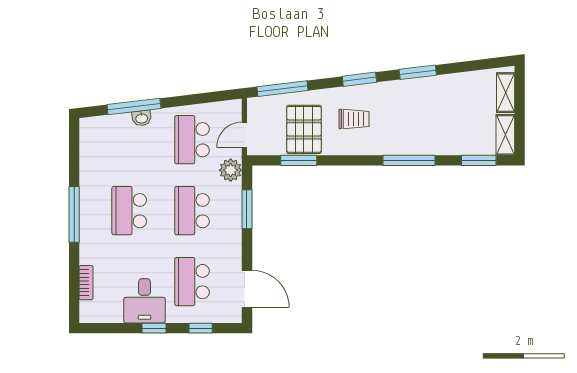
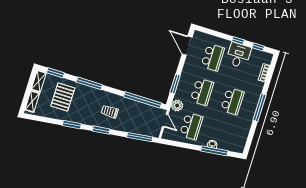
pallet: (304, 129) -> (63, 97), moved
door: (244, 135) -> (165, 121), hinge flipped
window: (299, 160) -> (143, 100), width x2.11
window: (201, 328) -> (258, 47), moved

